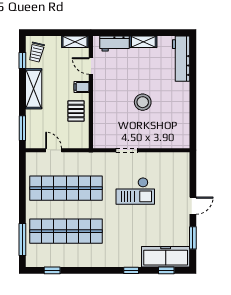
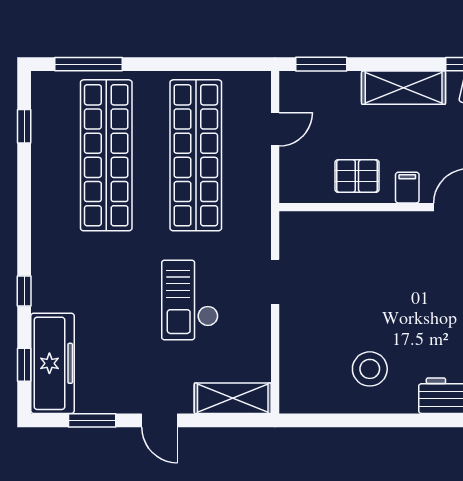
stool: (143, 102) -> (370, 369), moved
shelving: (182, 171) -> (233, 398), added

